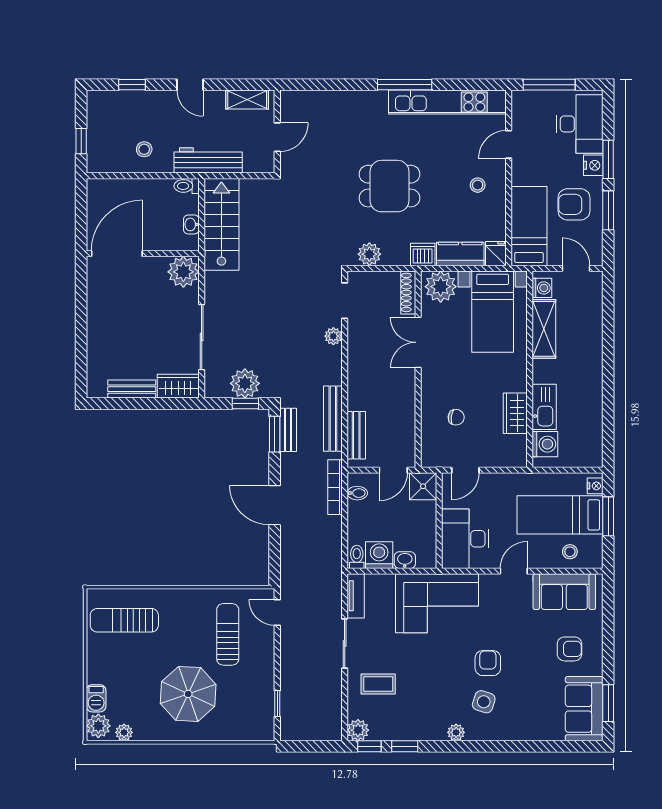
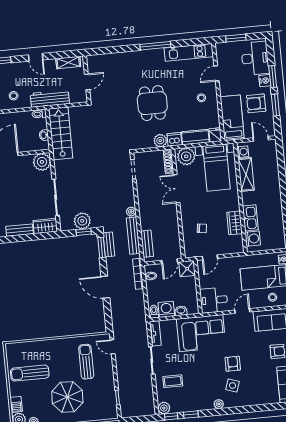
window: (549, 85) -> (236, 38), width x0.69
kitchen unit: (447, 102) -> (189, 52), width x0.73
dining table: (390, 186) -> (152, 103), turned 90
plant: (369, 254) -> (160, 141), moved
plant: (333, 336) -> (131, 212), moved
desk: (465, 539) -> (214, 300), width x0.73
sun lounger: (124, 620) -> (30, 373), moved

